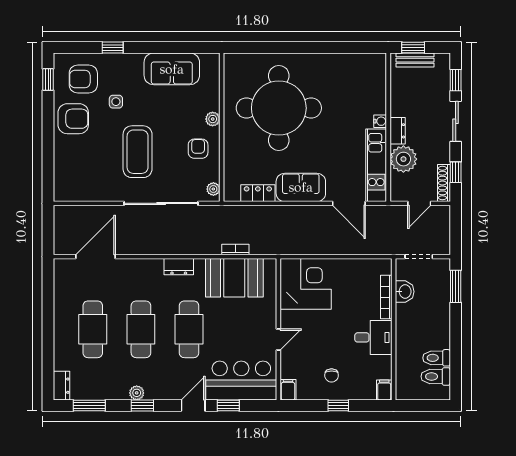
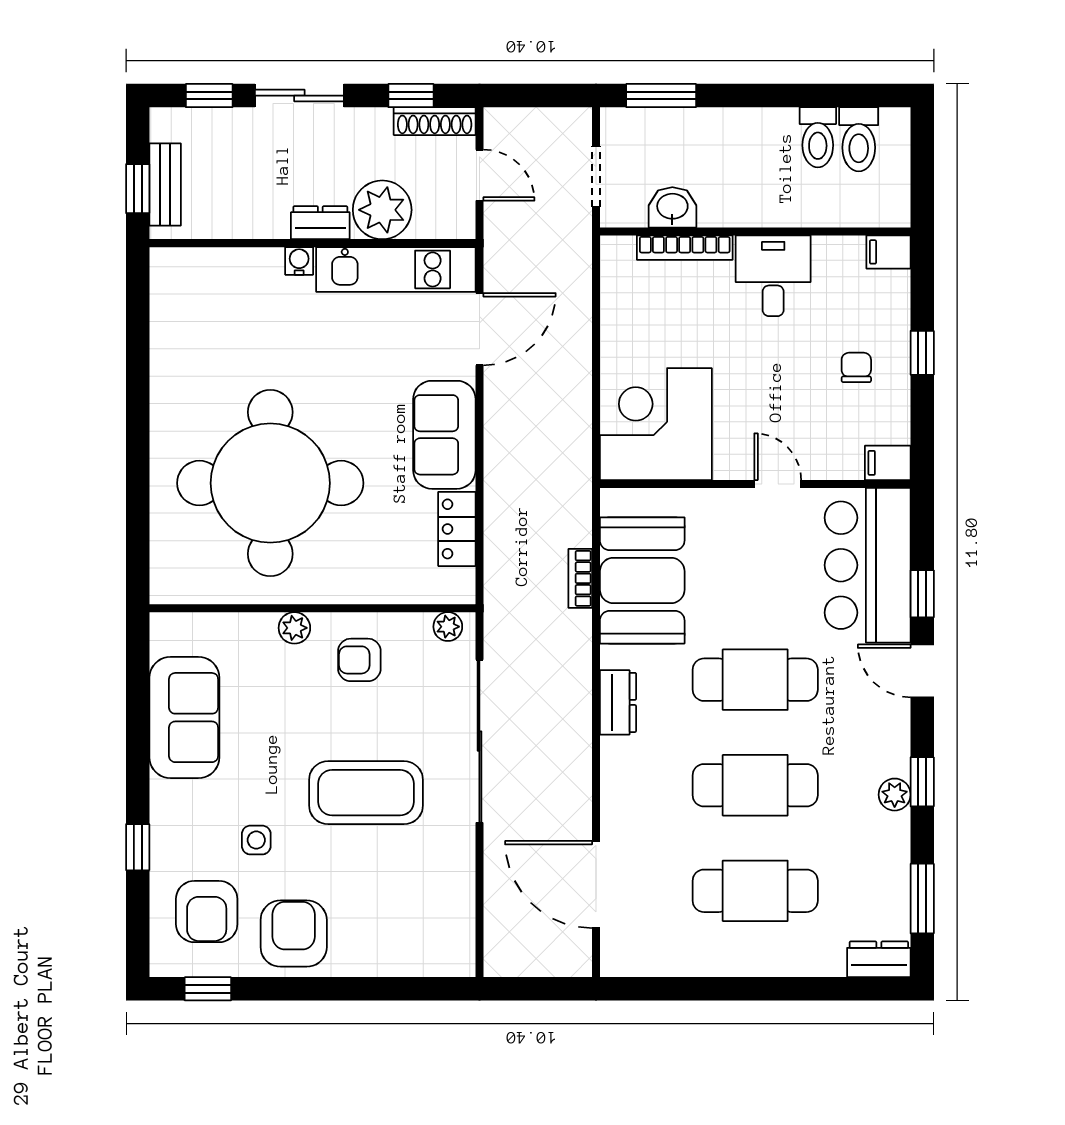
chair: (332, 375) -> (856, 367), turned -90

